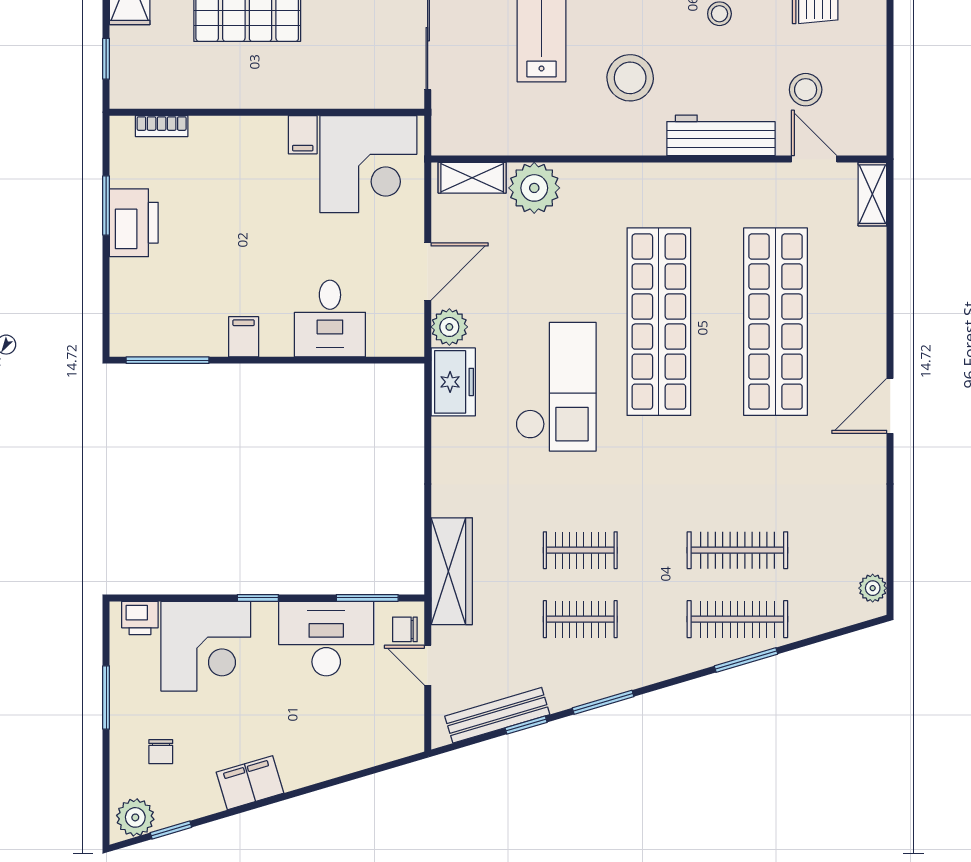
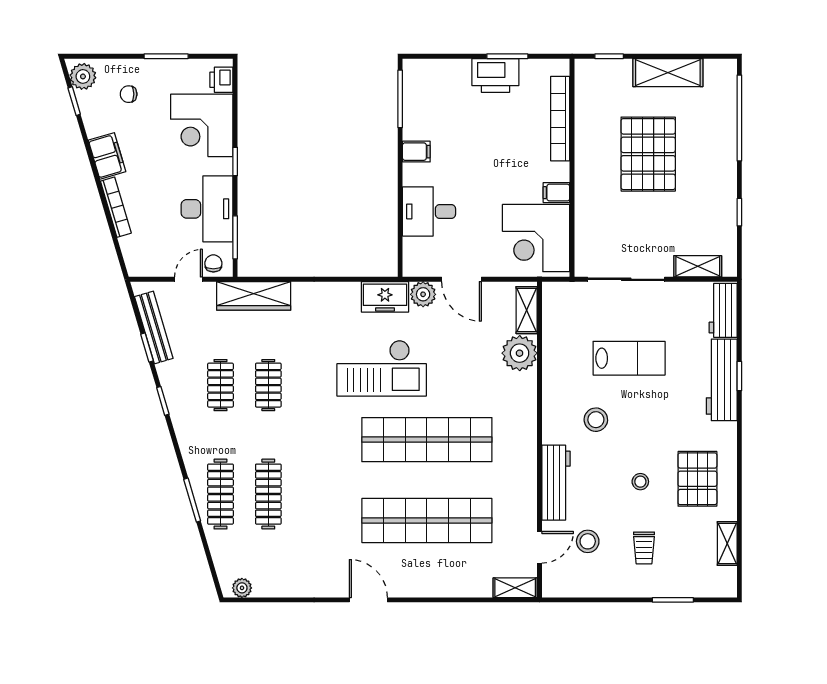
stool: (630, 78) -> (596, 420), width x0.73, depth x0.73
bookcase: (162, 126) -> (560, 119), width x2.31, depth x1.31
window: (603, 702) -> (163, 401), width x0.67
bookcase: (324, 770) -> (116, 207), added

